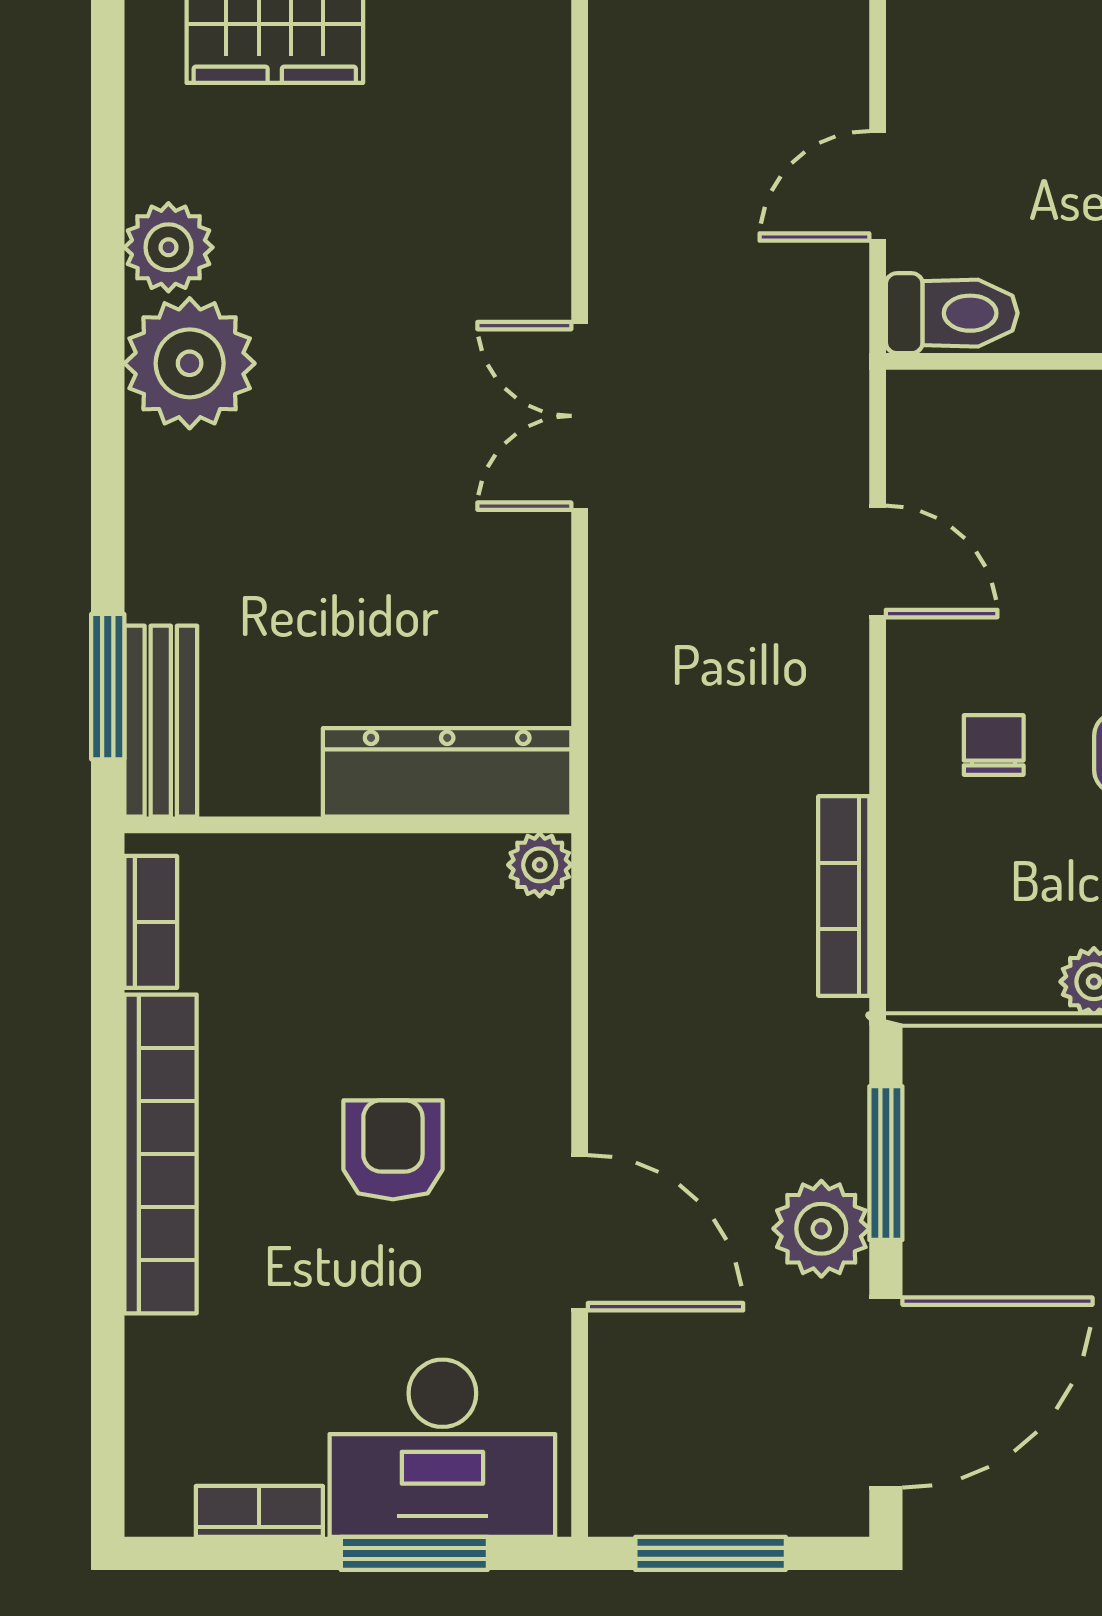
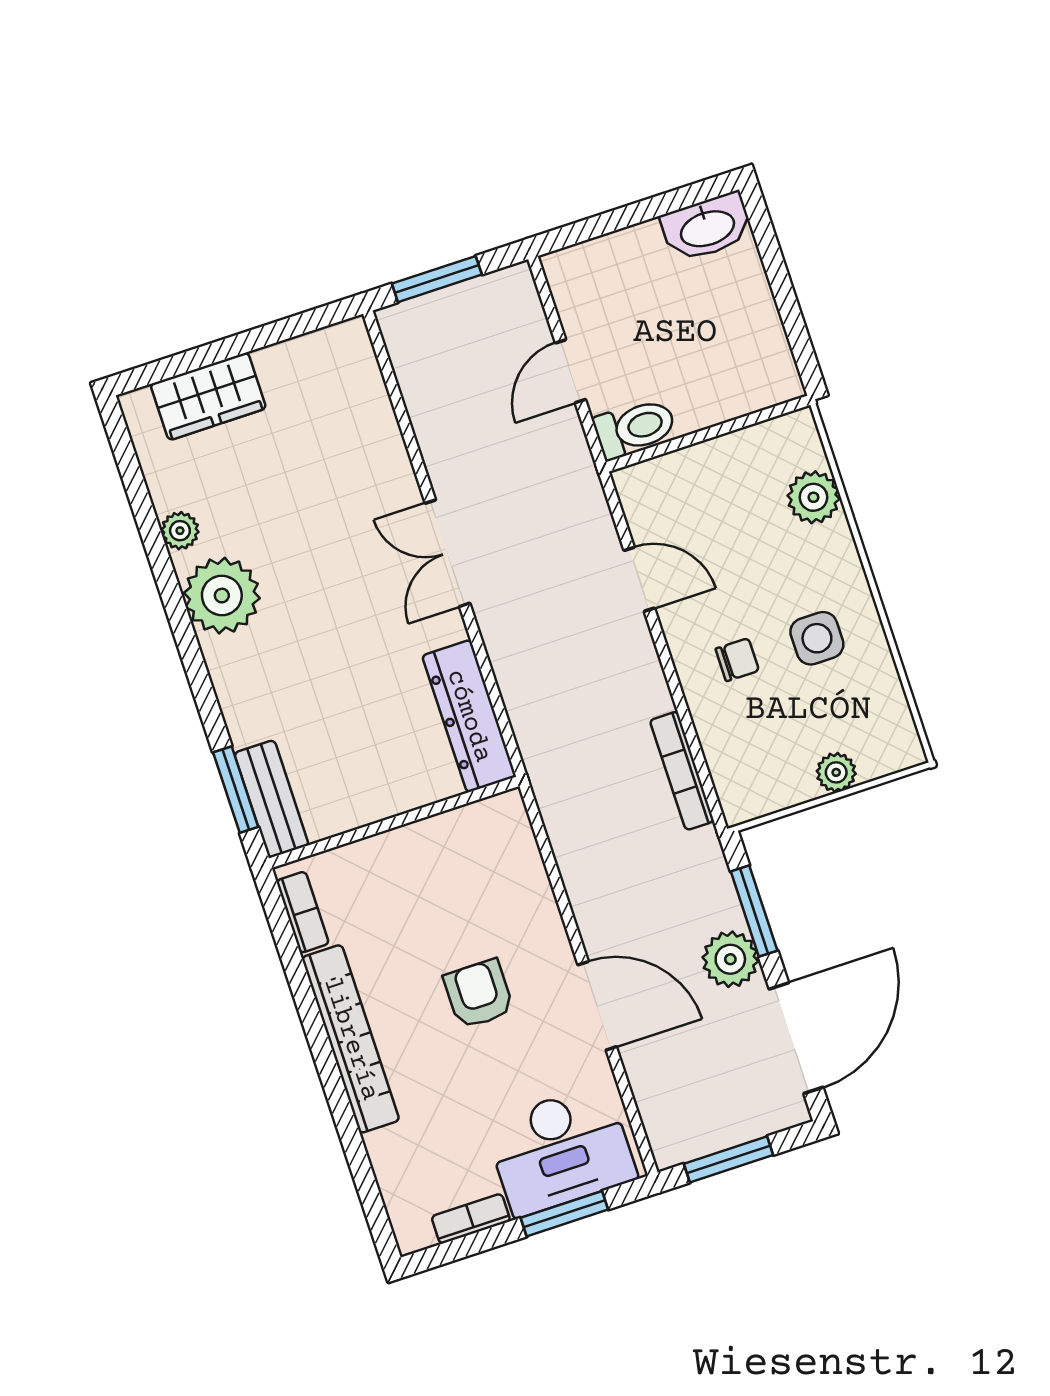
plant: (168, 247) -> (180, 531), width x0.73, depth x0.73
chair: (994, 745) -> (737, 660), turned 90
dresser: (447, 772) -> (469, 716), moved, turned -90
plant: (540, 865) -> (508, 809), removed

